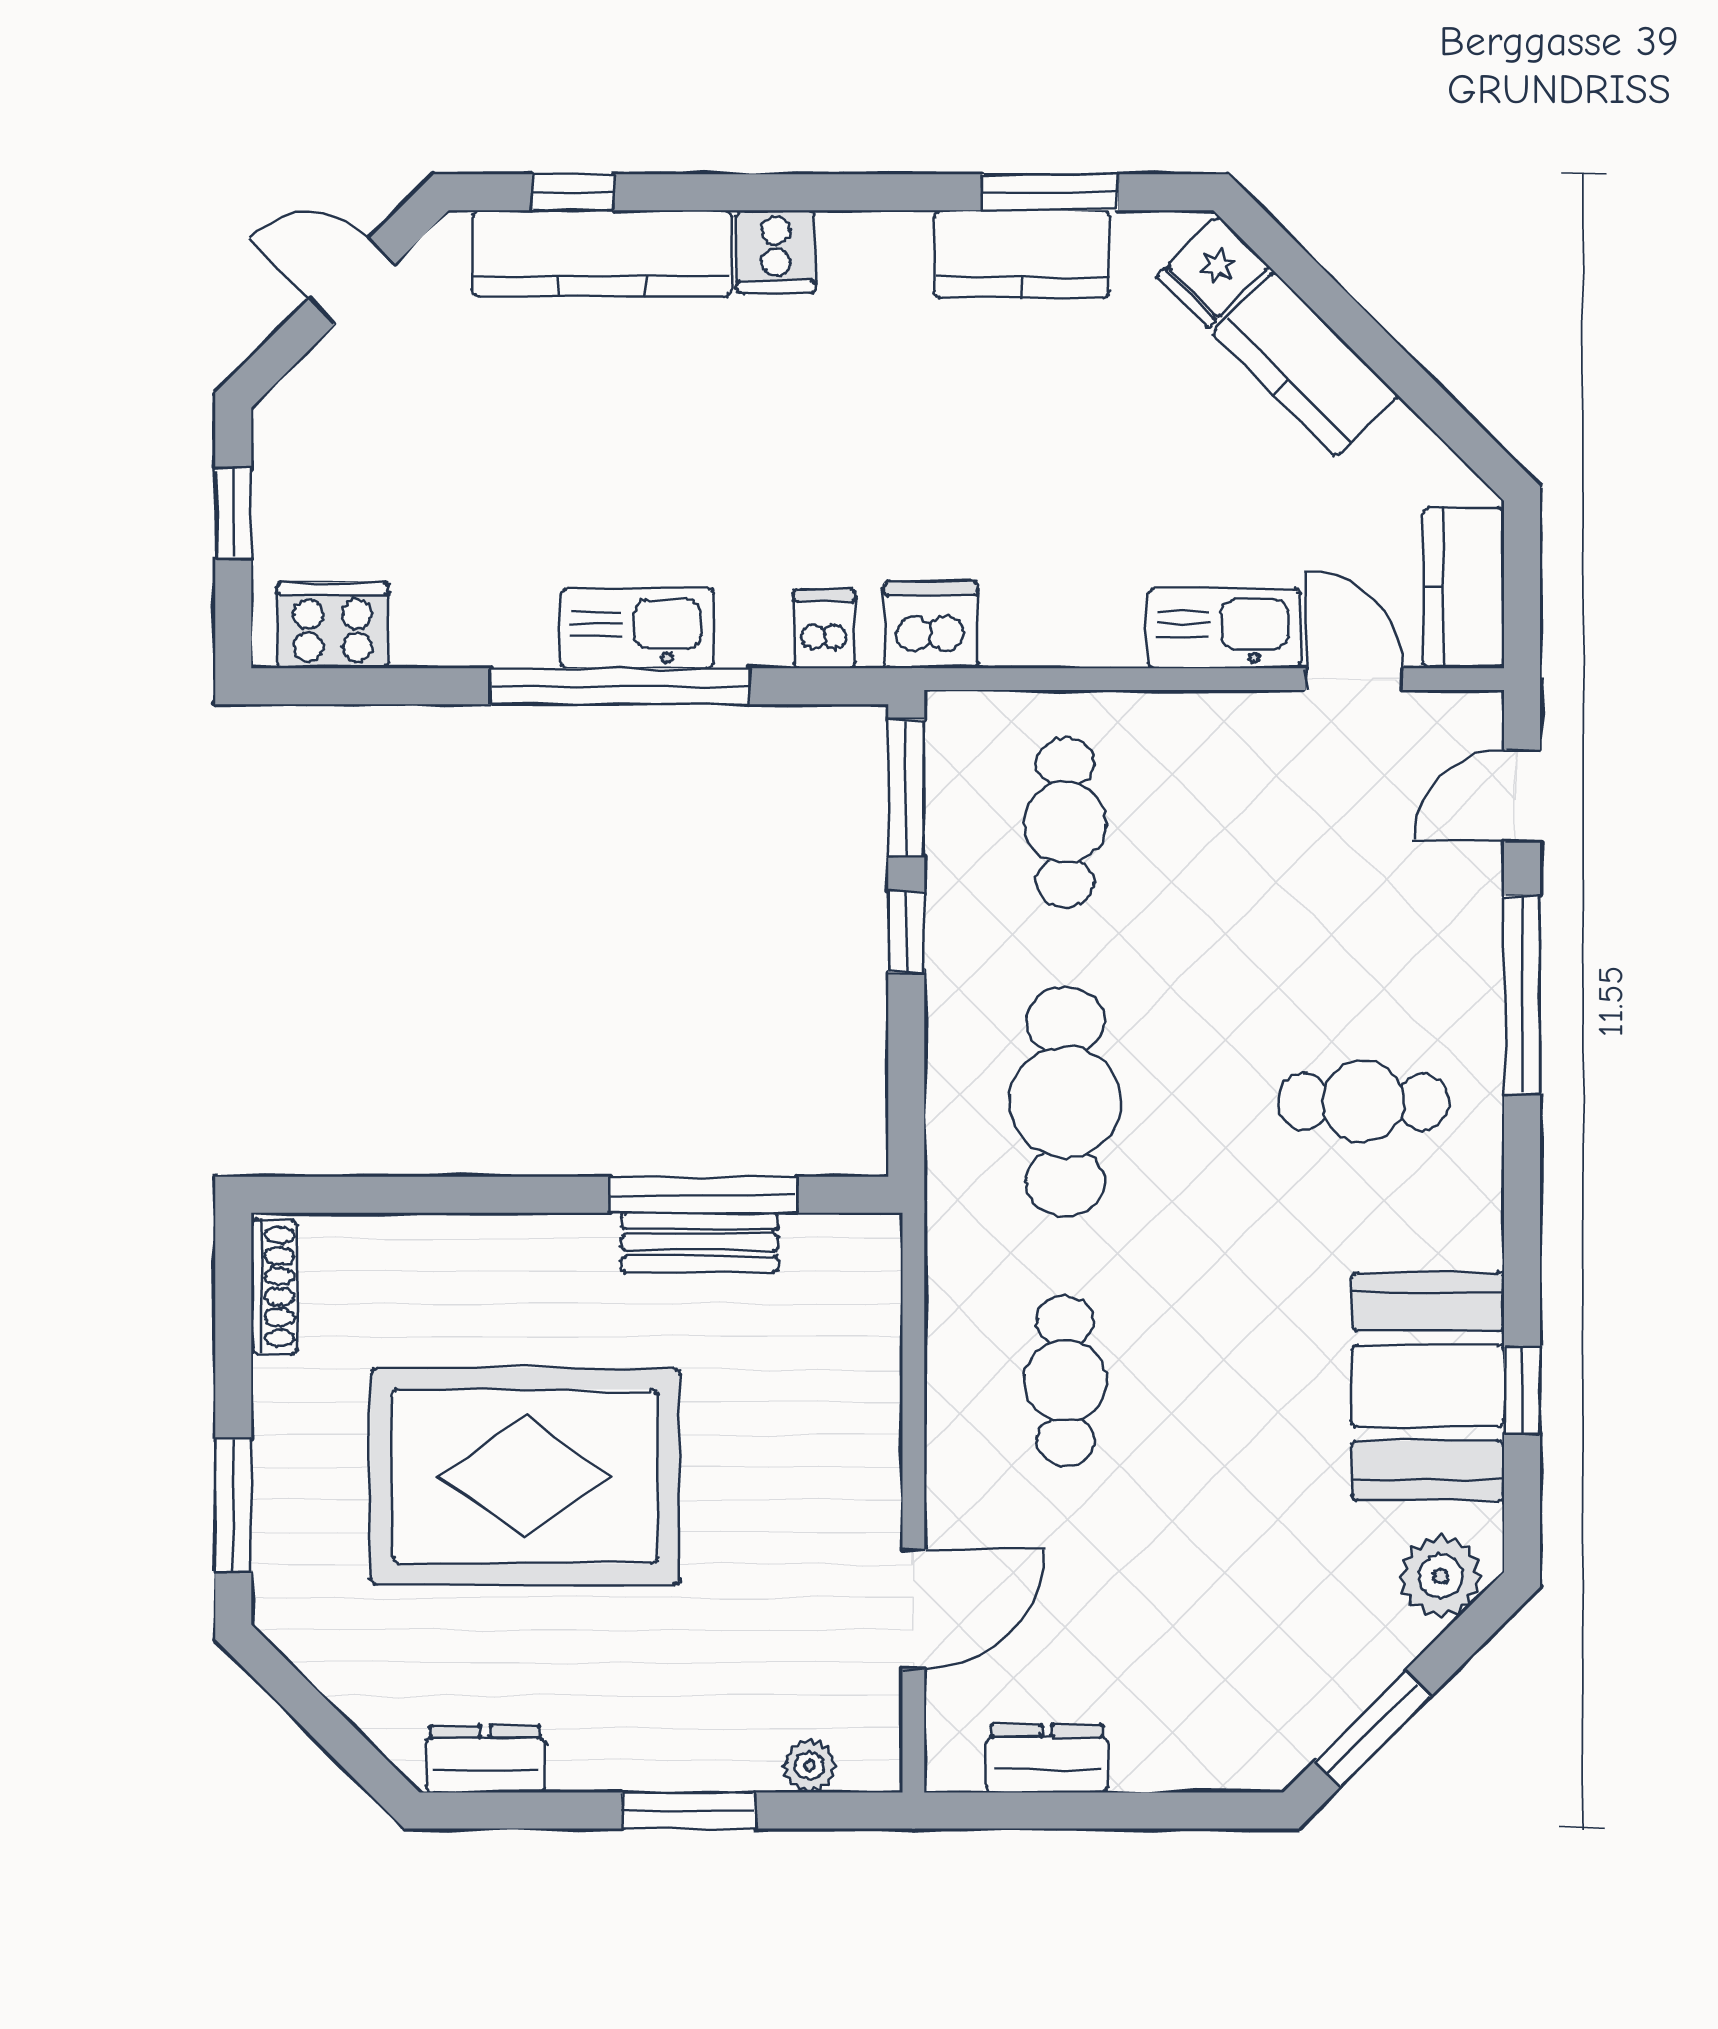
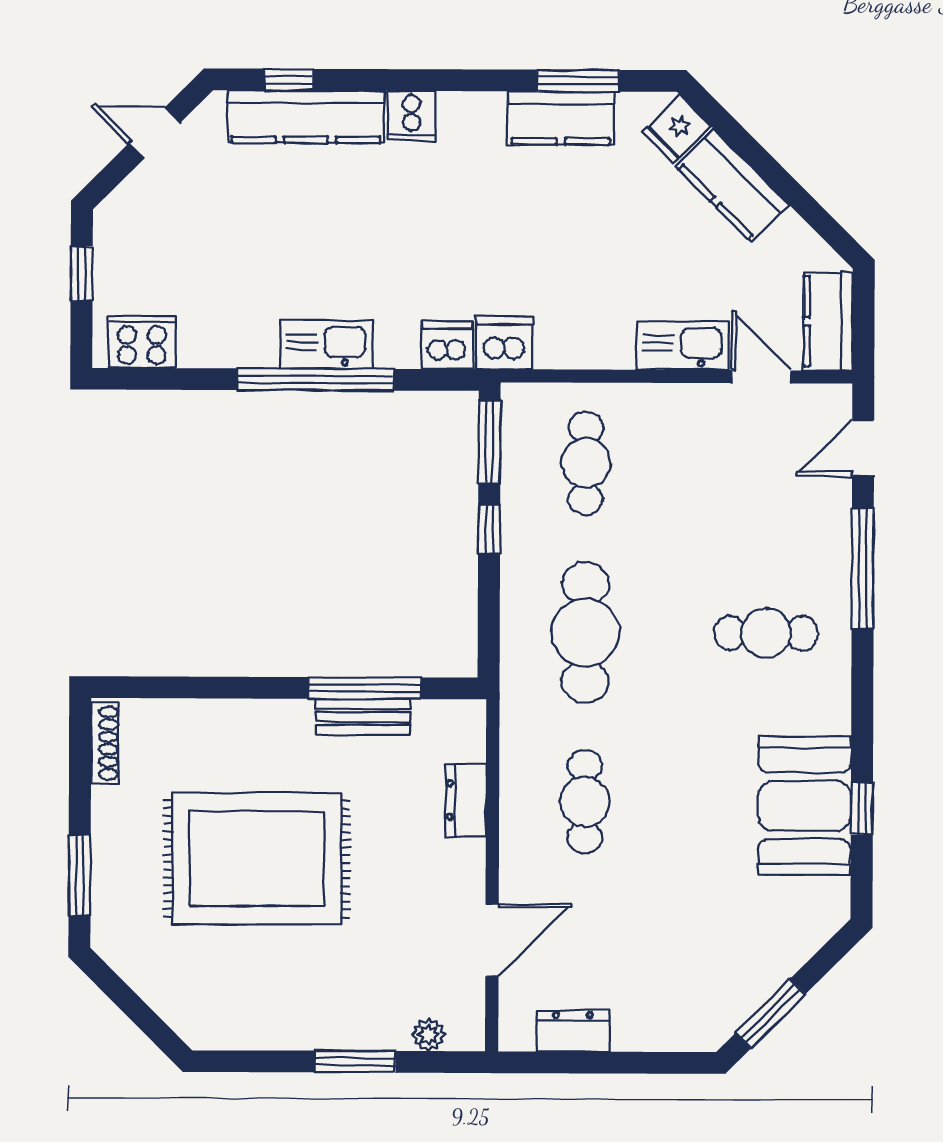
dishwasher: (824, 629) -> (447, 345), width x1.38
plant: (1441, 1576) -> (812, 921), removed
dresser: (485, 1759) -> (466, 800), moved, turned -90

